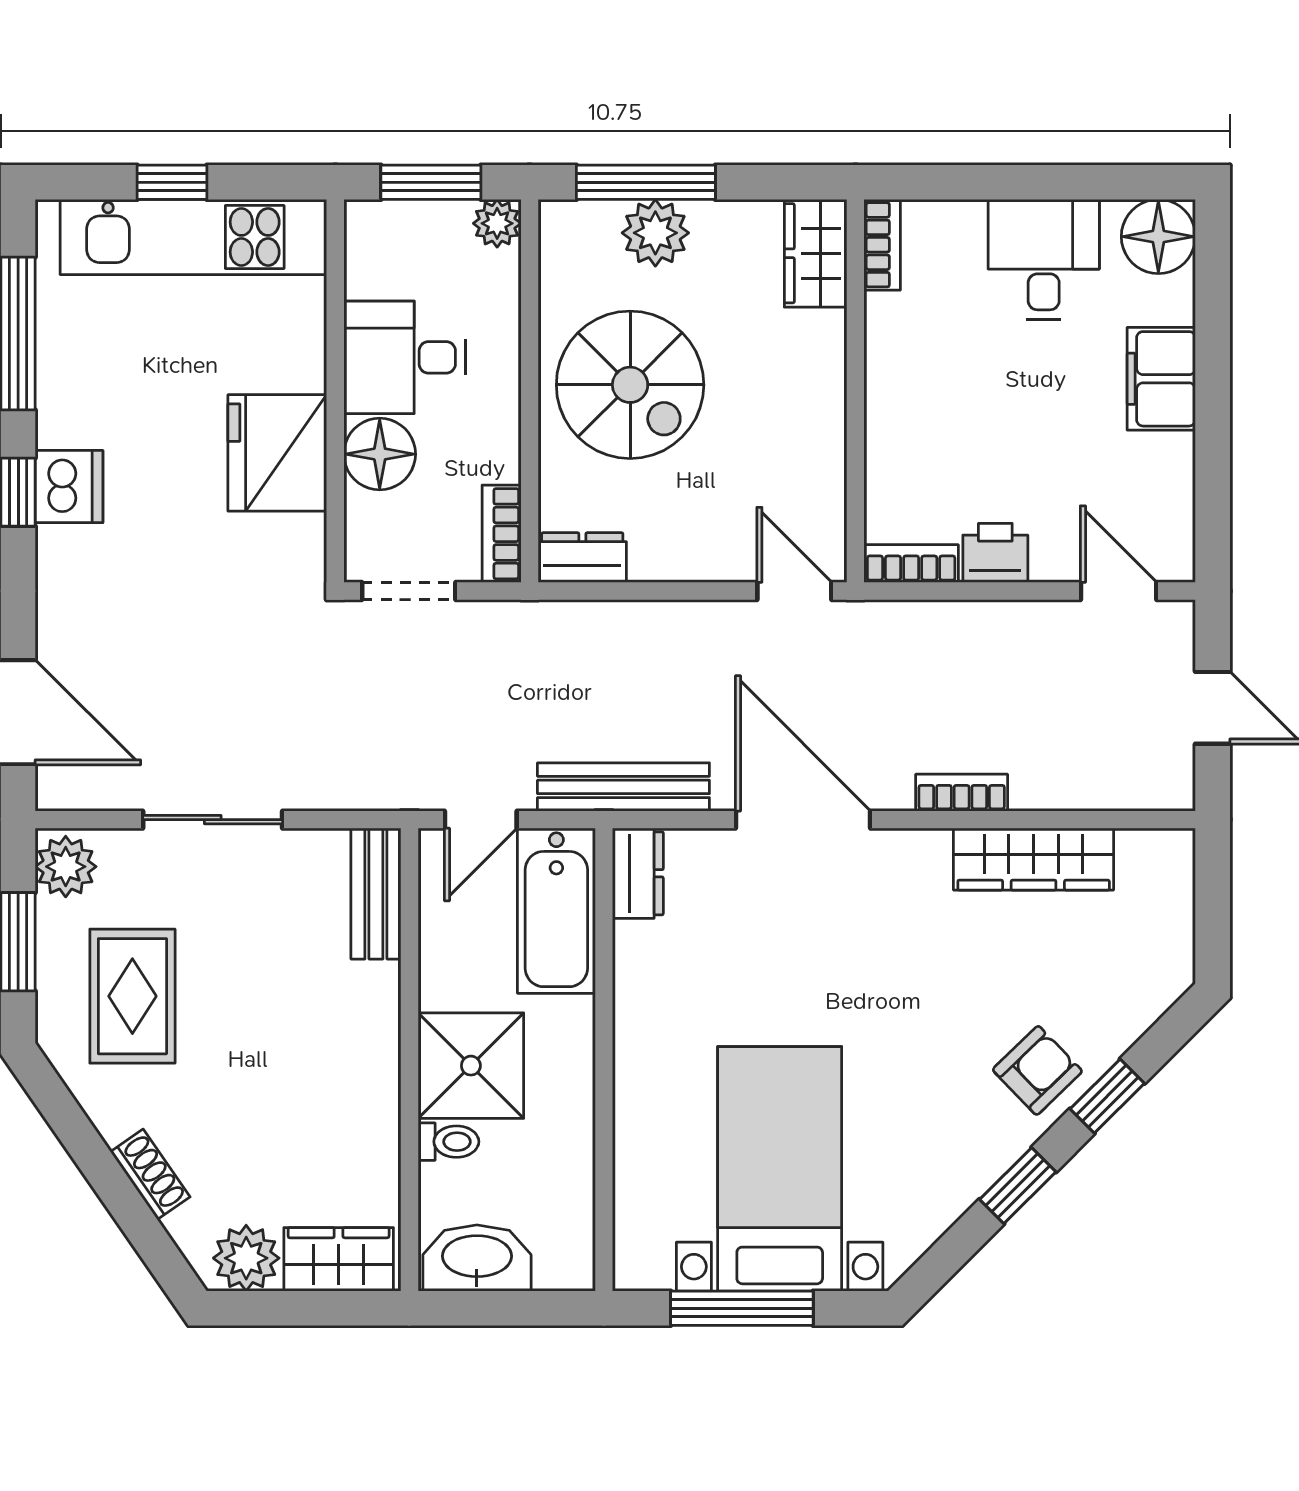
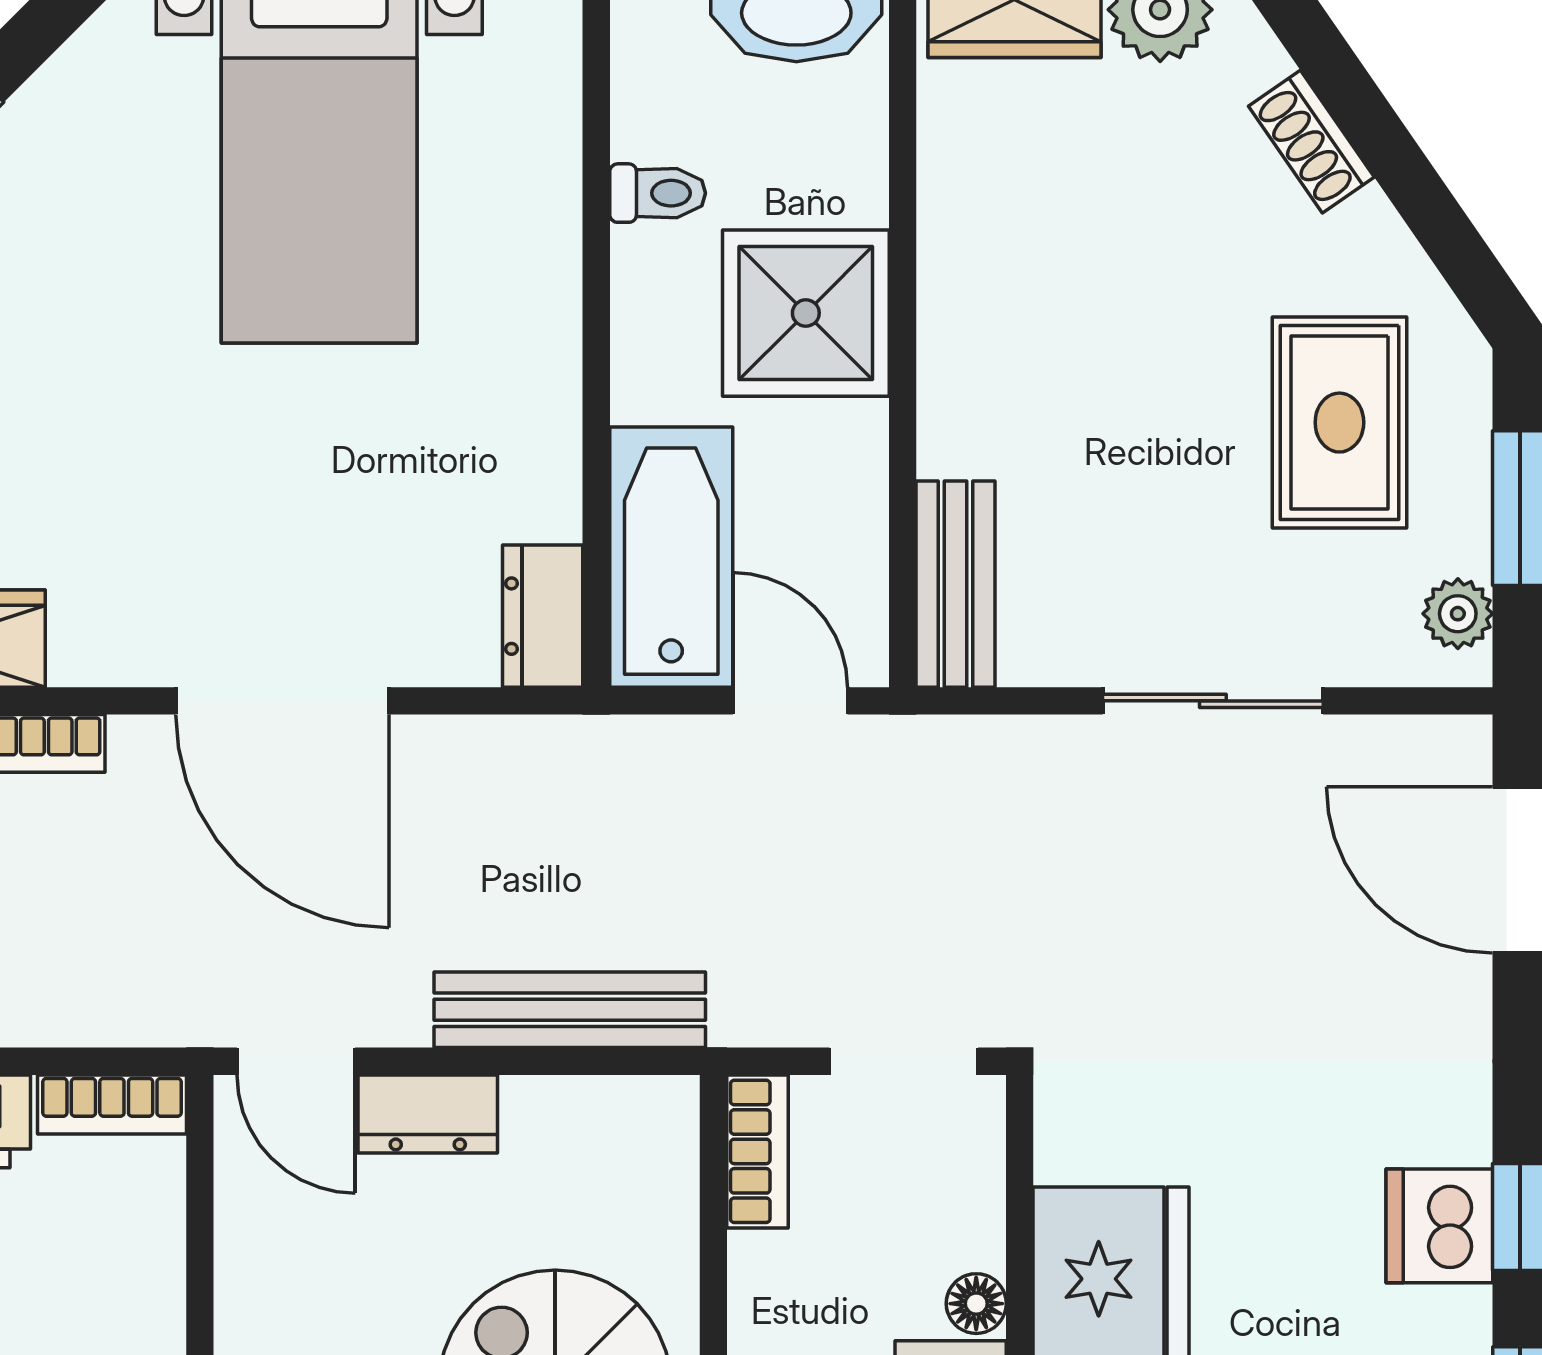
floor lamp: (380, 454) -> (976, 1304), width x0.53, depth x0.53
dresser: (582, 558) -> (428, 1114), moved
bench: (623, 787) -> (570, 1010), moved
door: (481, 820) -> (790, 701), hinge flipped
plant: (66, 867) -> (1458, 614), width x0.73, depth x0.73
toilet: (448, 1142) -> (658, 193), moved, turned 180

